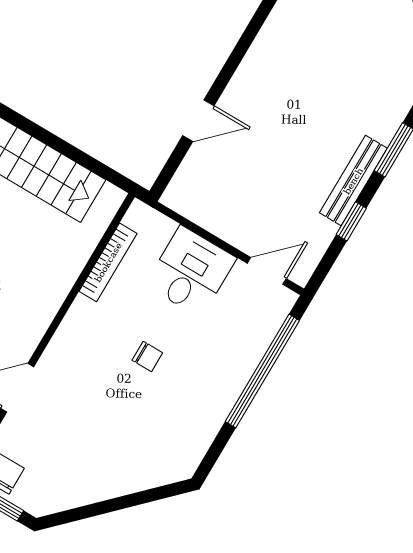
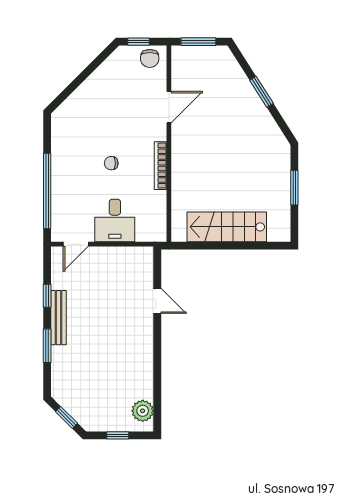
door: (198, 121) -> (157, 301), swing flipped
bookcase: (108, 262) -> (160, 166), moved

